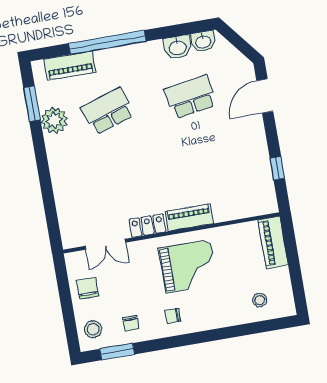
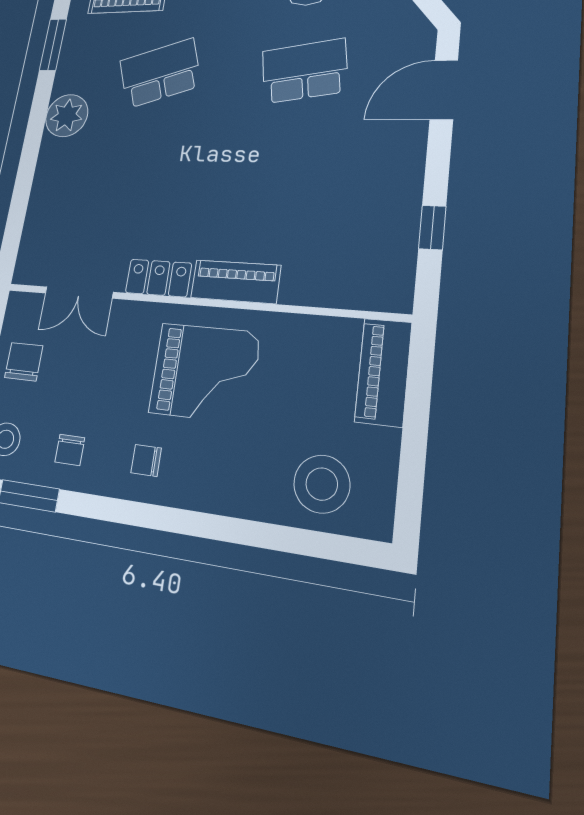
plant: (54, 120) -> (67, 116), moved
stool: (260, 300) -> (322, 484), width x1.89, depth x1.89

